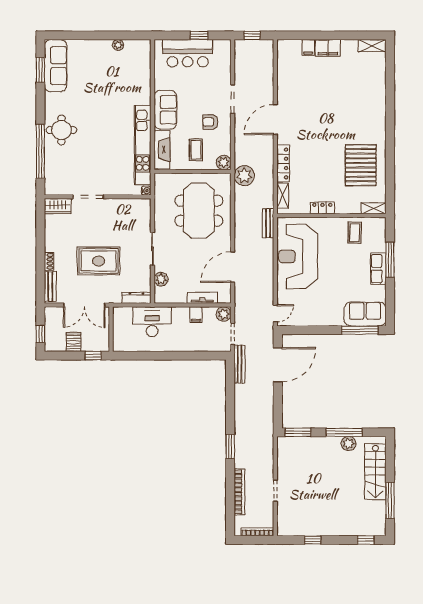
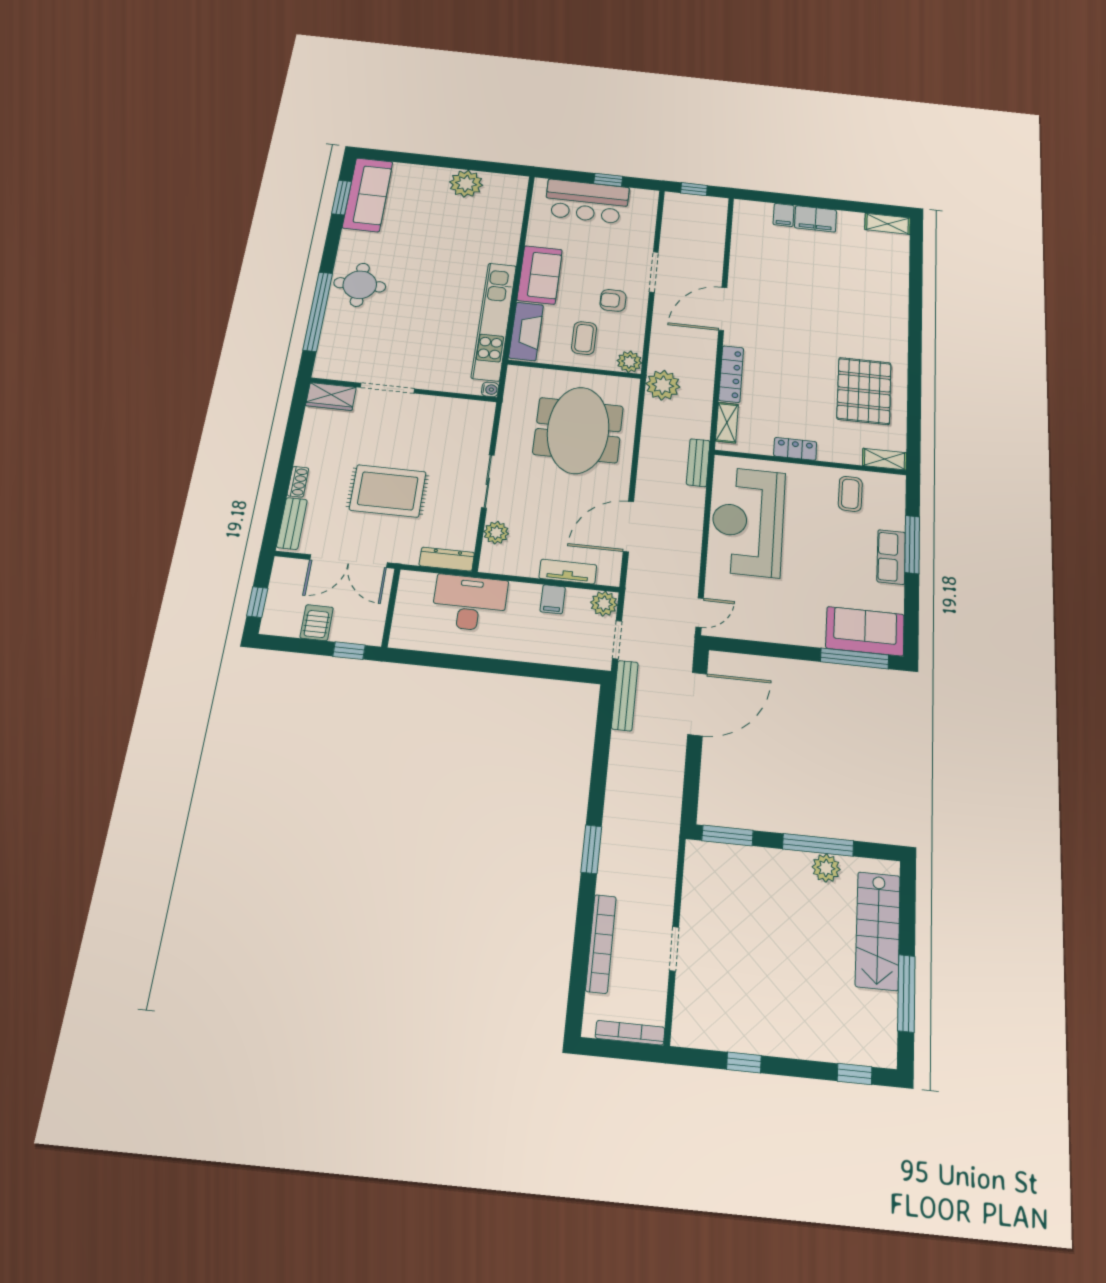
plant: (118, 45) -> (466, 184), width x1.87, depth x1.87

